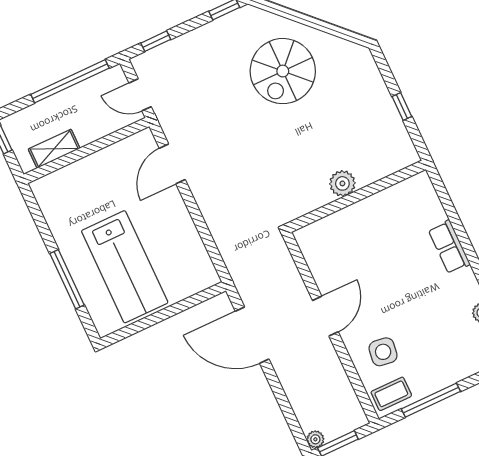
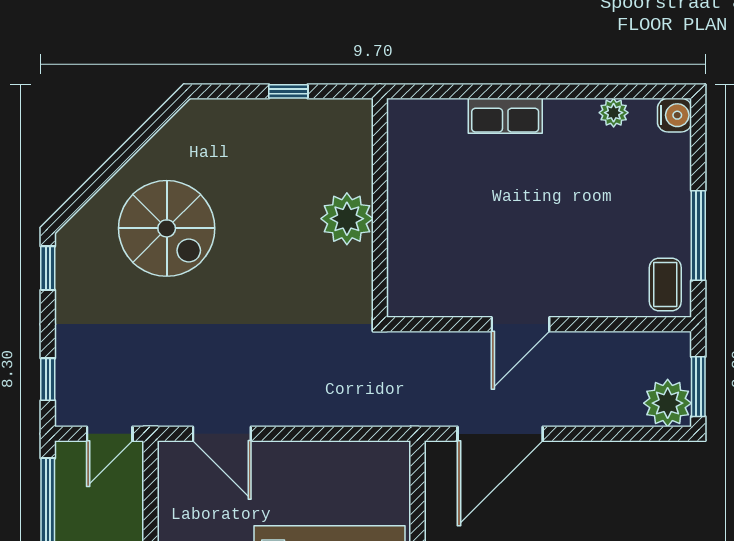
plant: (342, 183) -> (347, 219), width x1.36, depth x1.36
door: (325, 316) -> (520, 324), swing flipped
side table: (383, 352) -> (604, 269), removed
plant: (315, 439) -> (668, 403), width x1.88, depth x1.88

